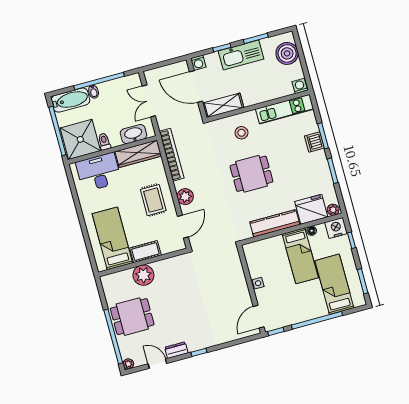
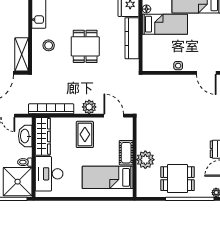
rug: (153, 200) -> (85, 134), turned 90
dining table: (132, 317) -> (177, 179), turned 90

